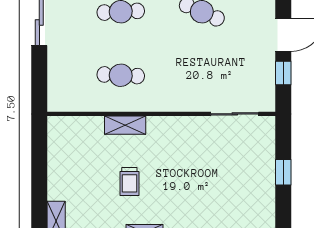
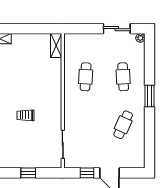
shelving: (125, 125) -> (56, 45), moved
trolley: (129, 181) -> (25, 115), moved

